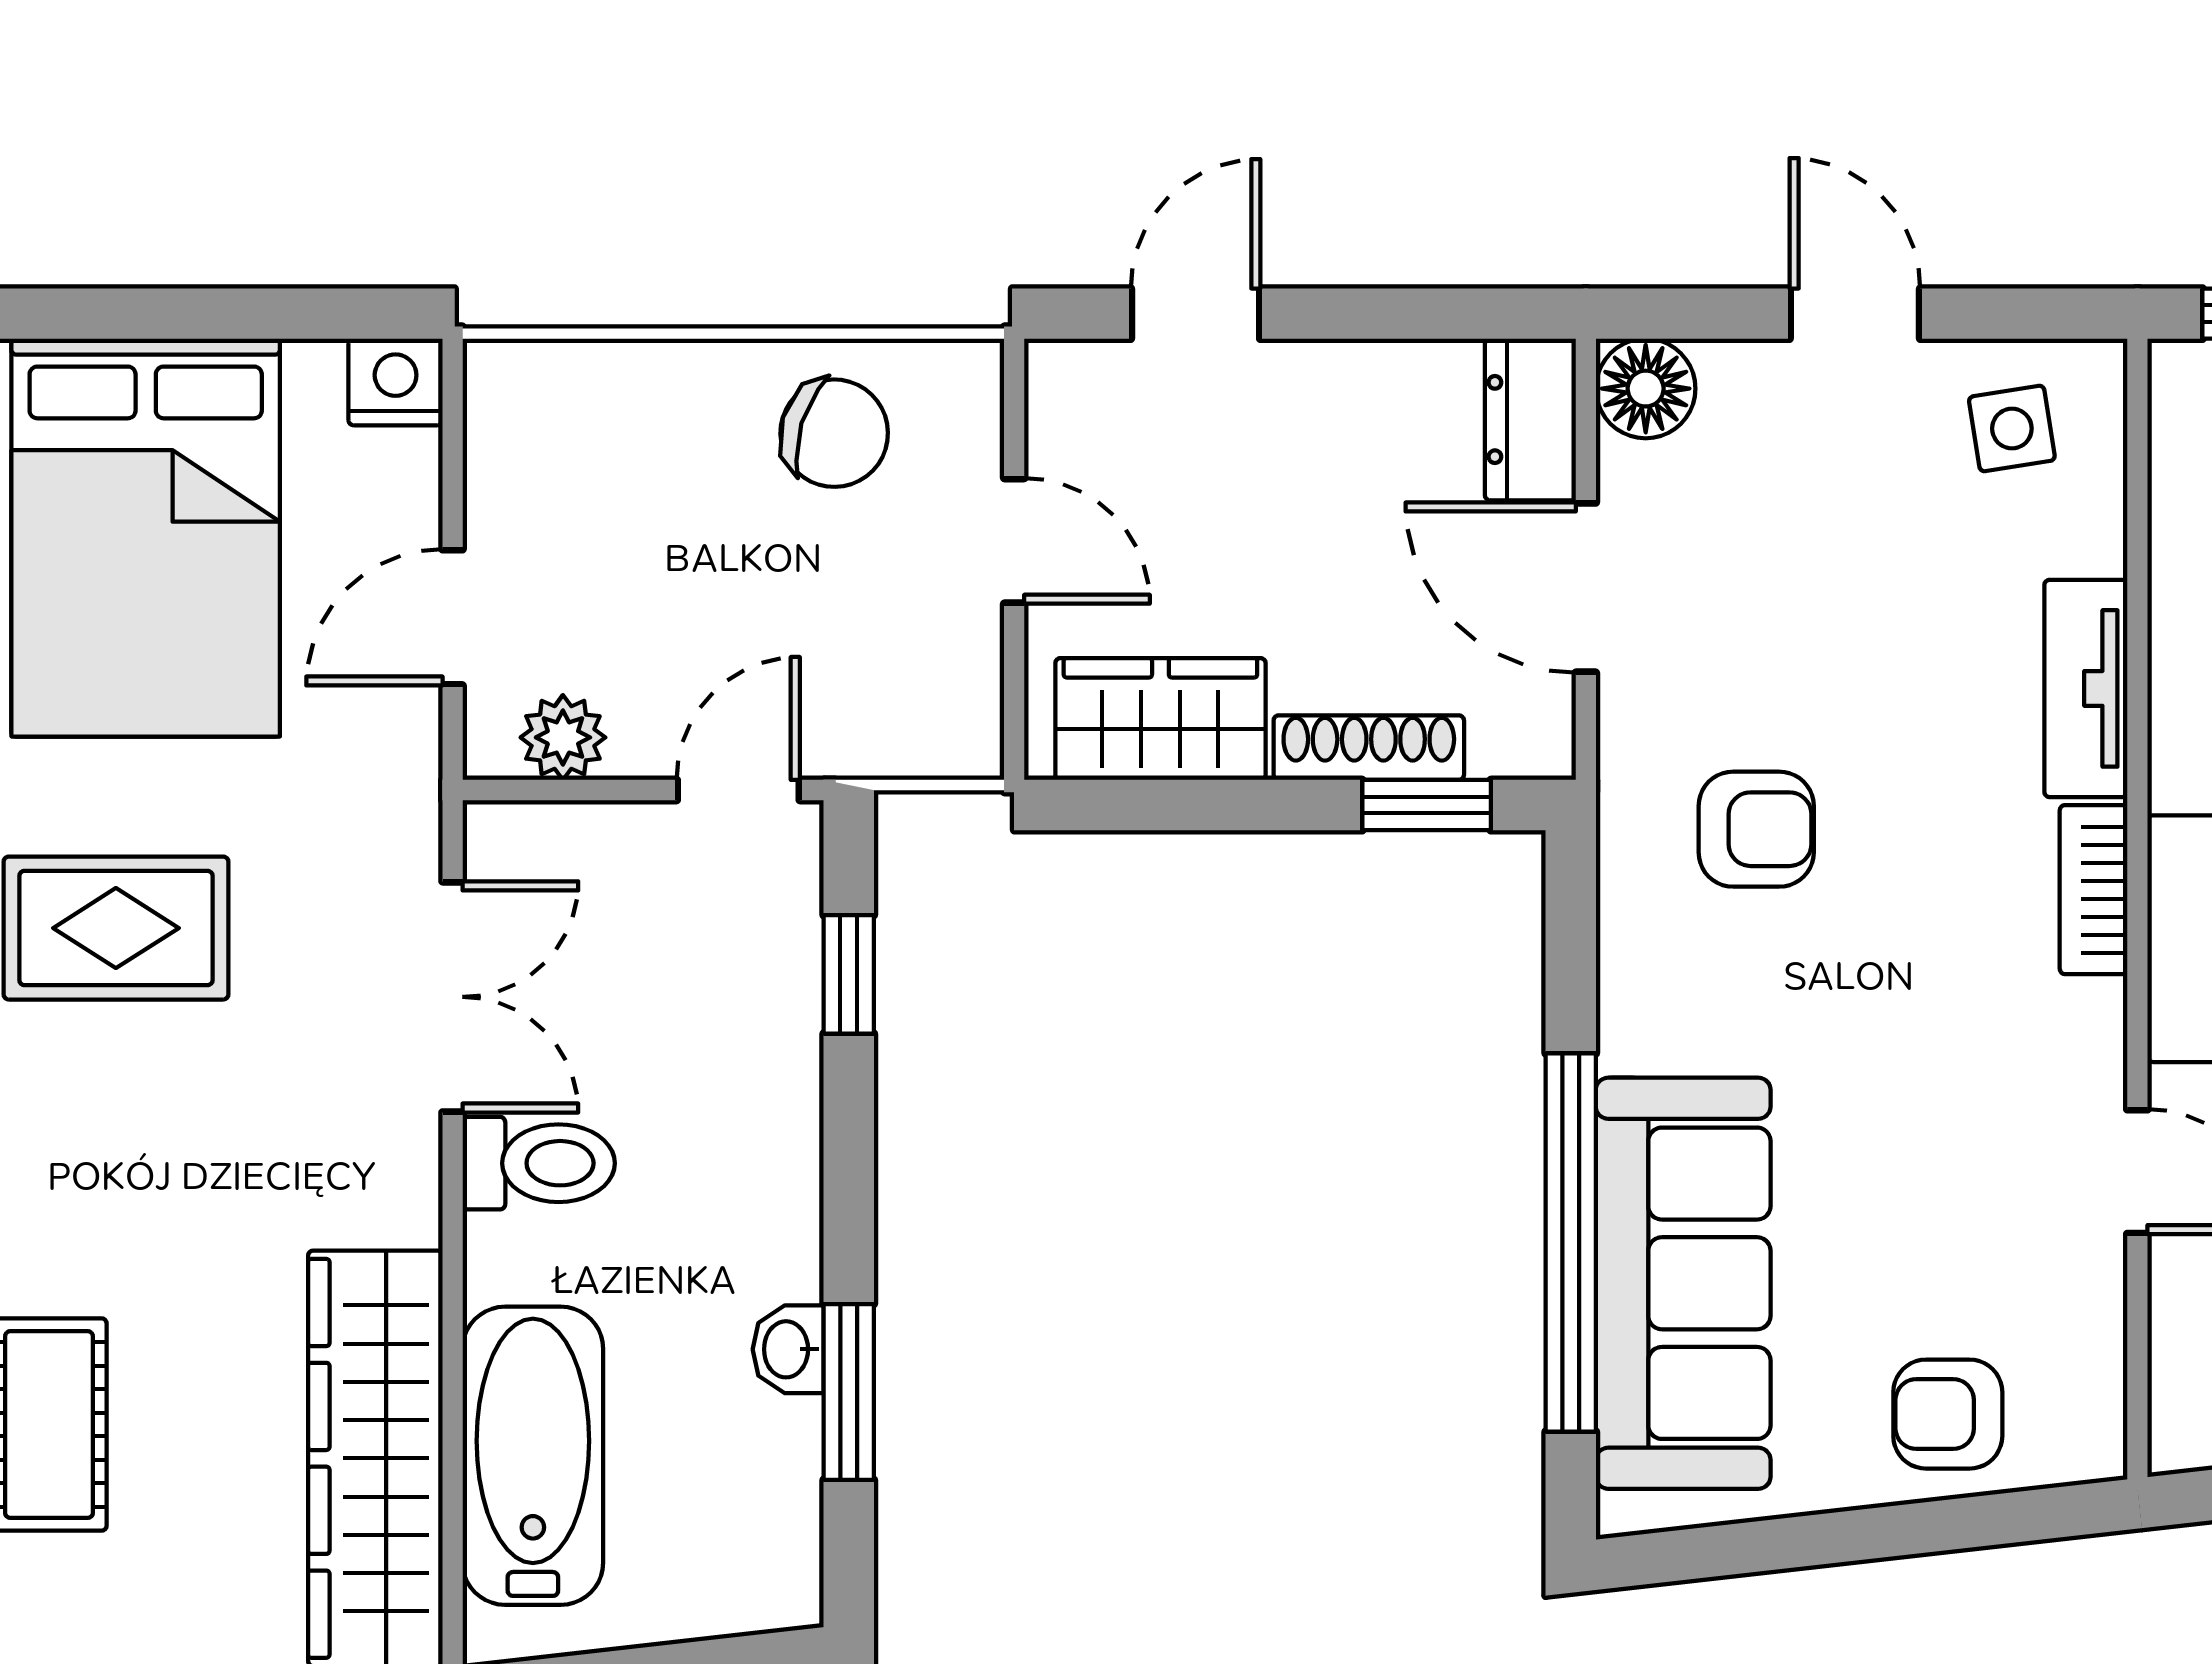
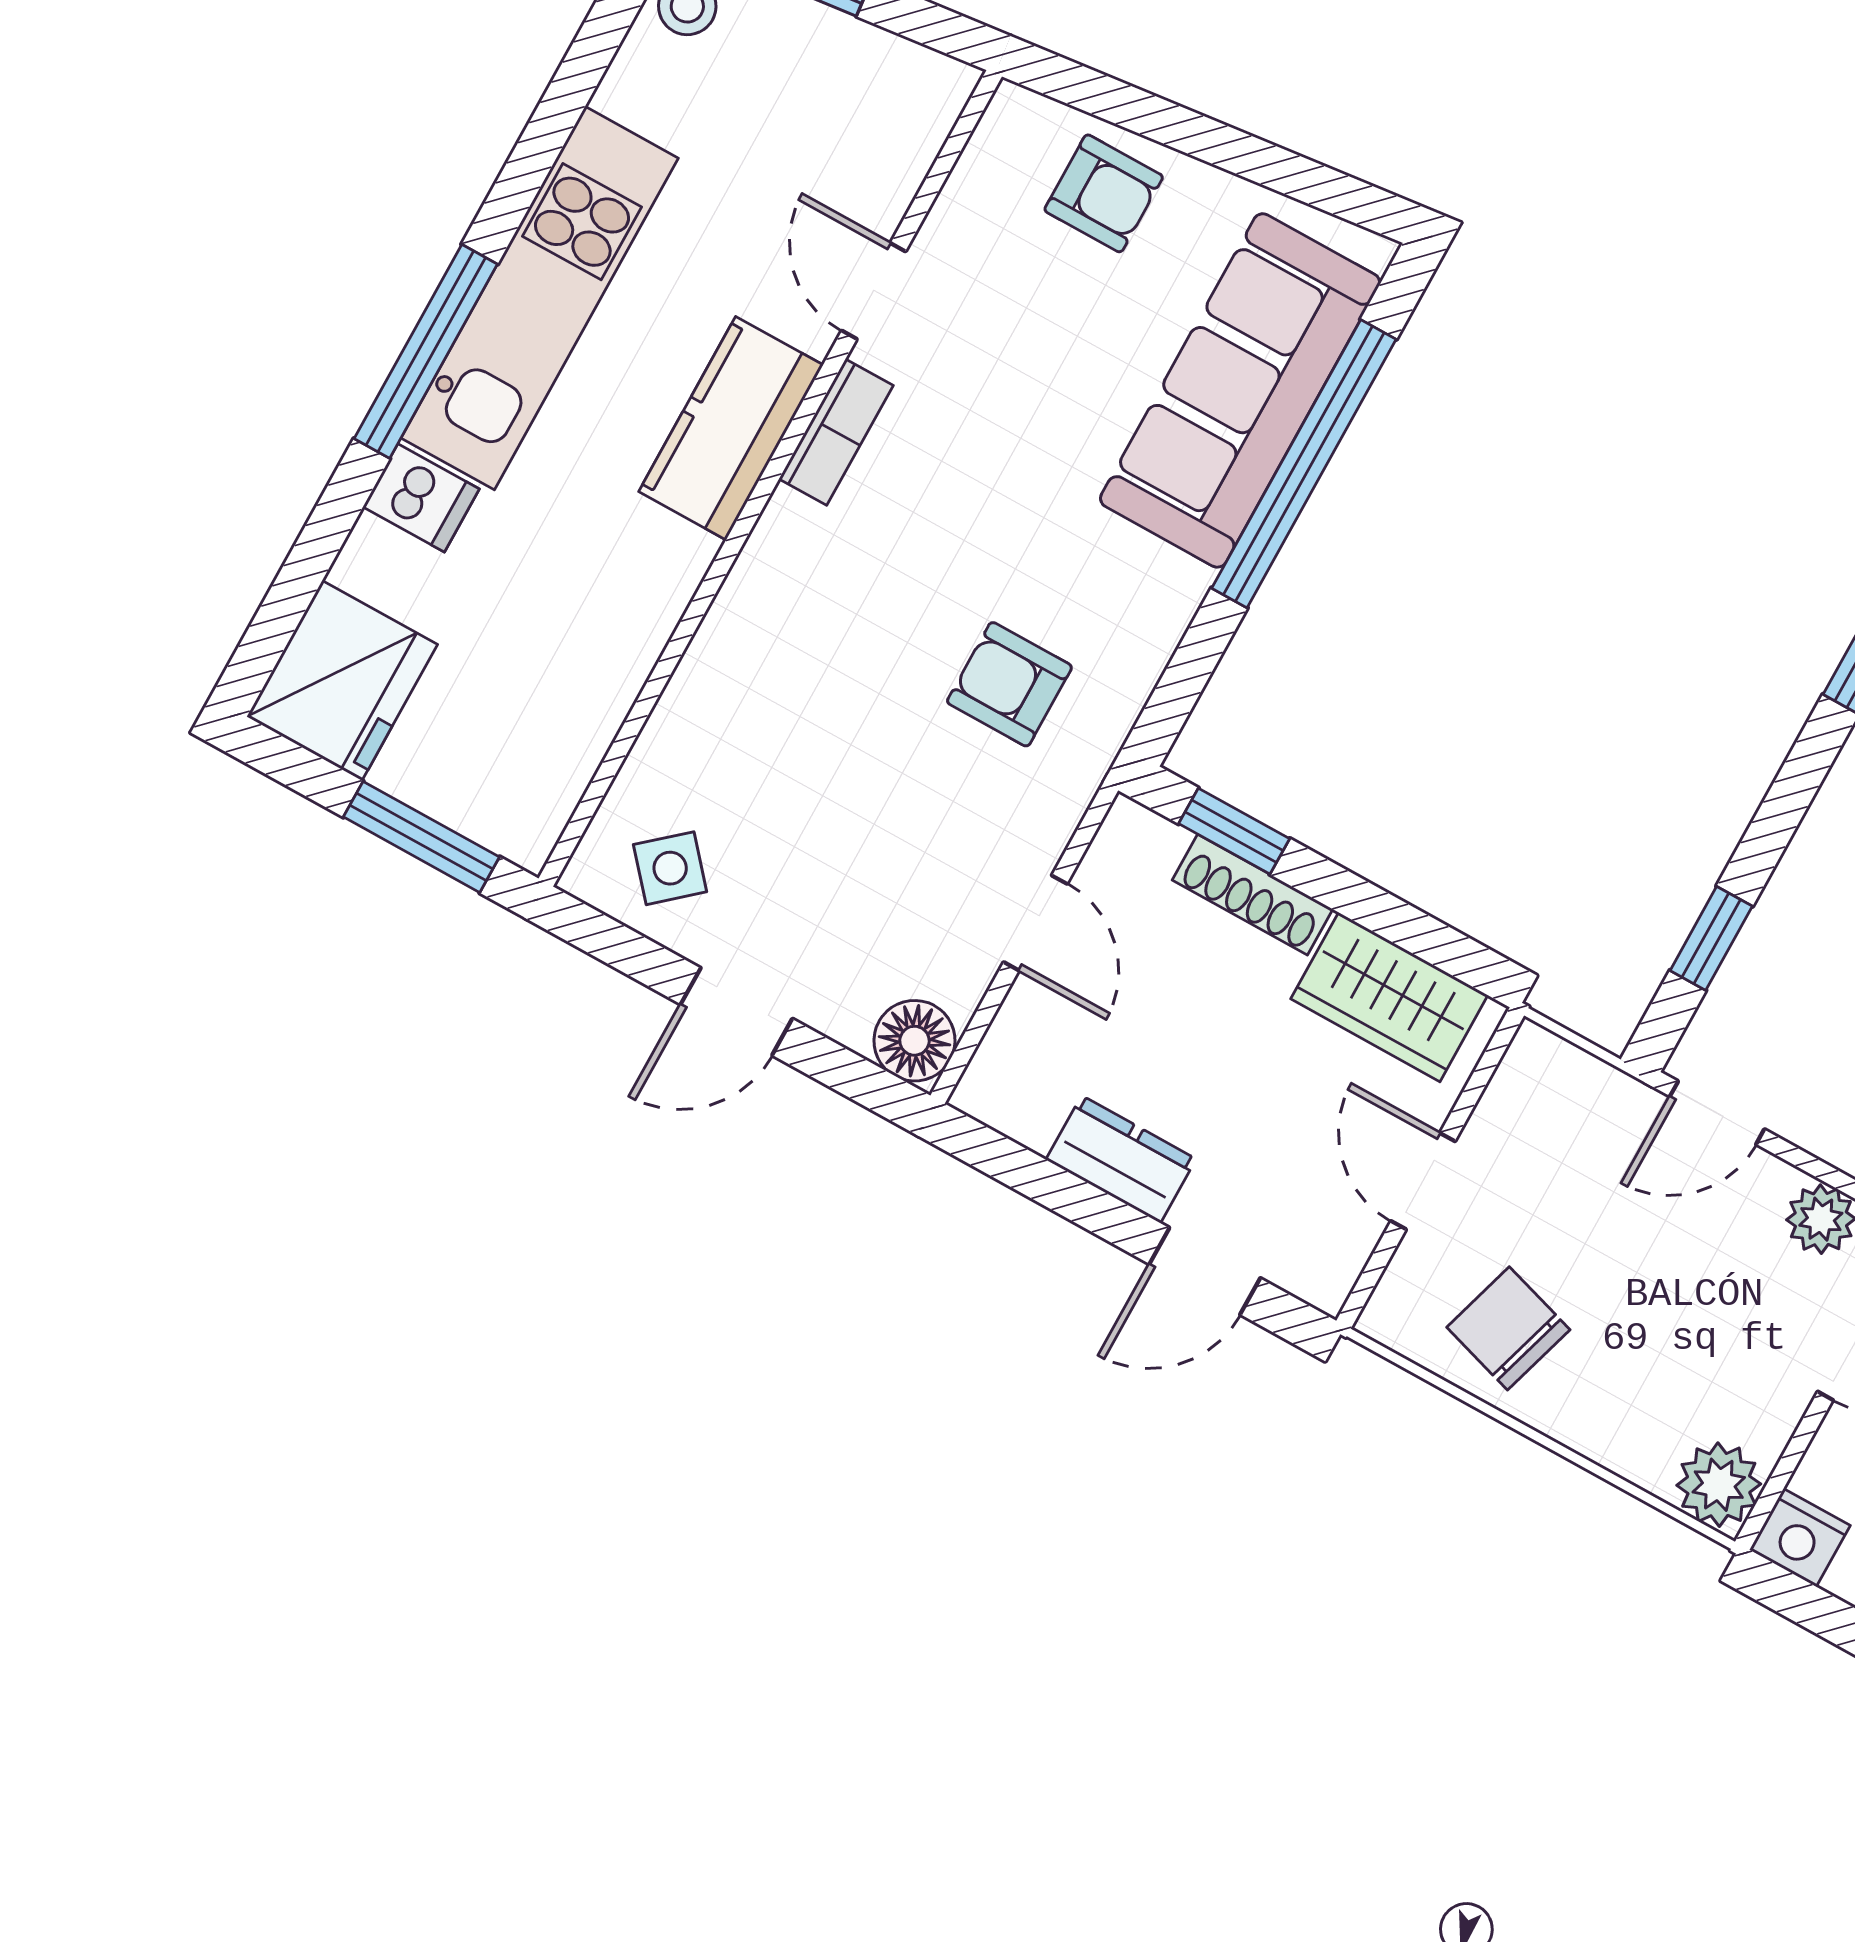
door: (1855, 314) -> (736, 1012), hinge flipped
plant: (514, 391) -> (1719, 1485), added
dresser: (1530, 420) -> (1121, 1159), moved, turned -90
side table: (2012, 429) -> (670, 868), turned -32
door: (1586, 588) -> (1035, 923), width x0.73
tv unit: (2086, 688) -> (720, 654), removed
bookcase: (2094, 890) -> (836, 432), moved

